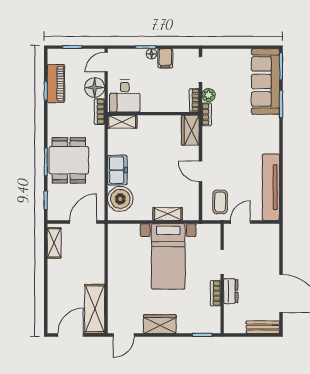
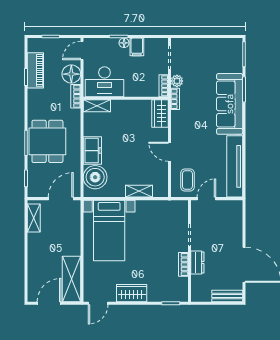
sofa: (265, 81) -> (230, 104), moved
desk: (125, 96) -> (104, 82), width x1.37
bed with nightstands: (168, 256) -> (109, 230), moved

